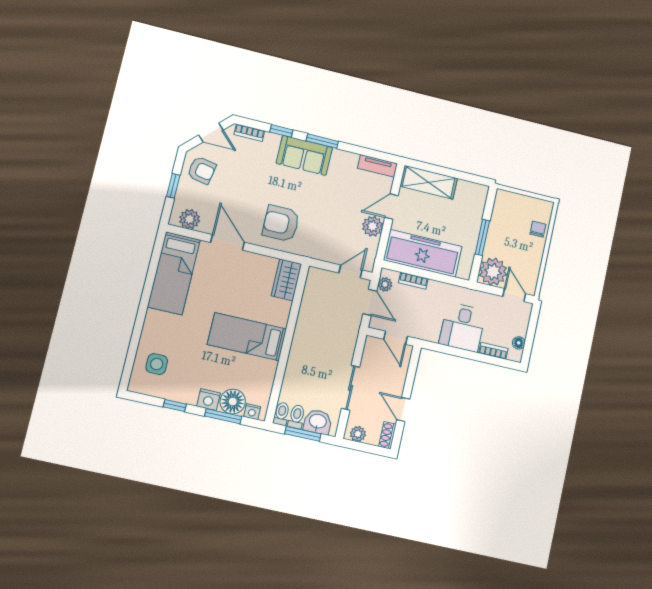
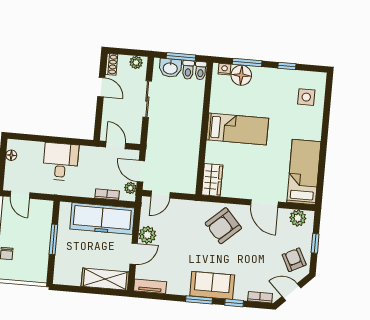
armchair: (202, 170) -> (294, 260), turned 53
armchair: (281, 223) -> (223, 226), turned 138
plant: (493, 272) -> (41, 212), removed
bookcase: (493, 351) -> (32, 146), removed
nightstand: (208, 400) -> (261, 74), removed

